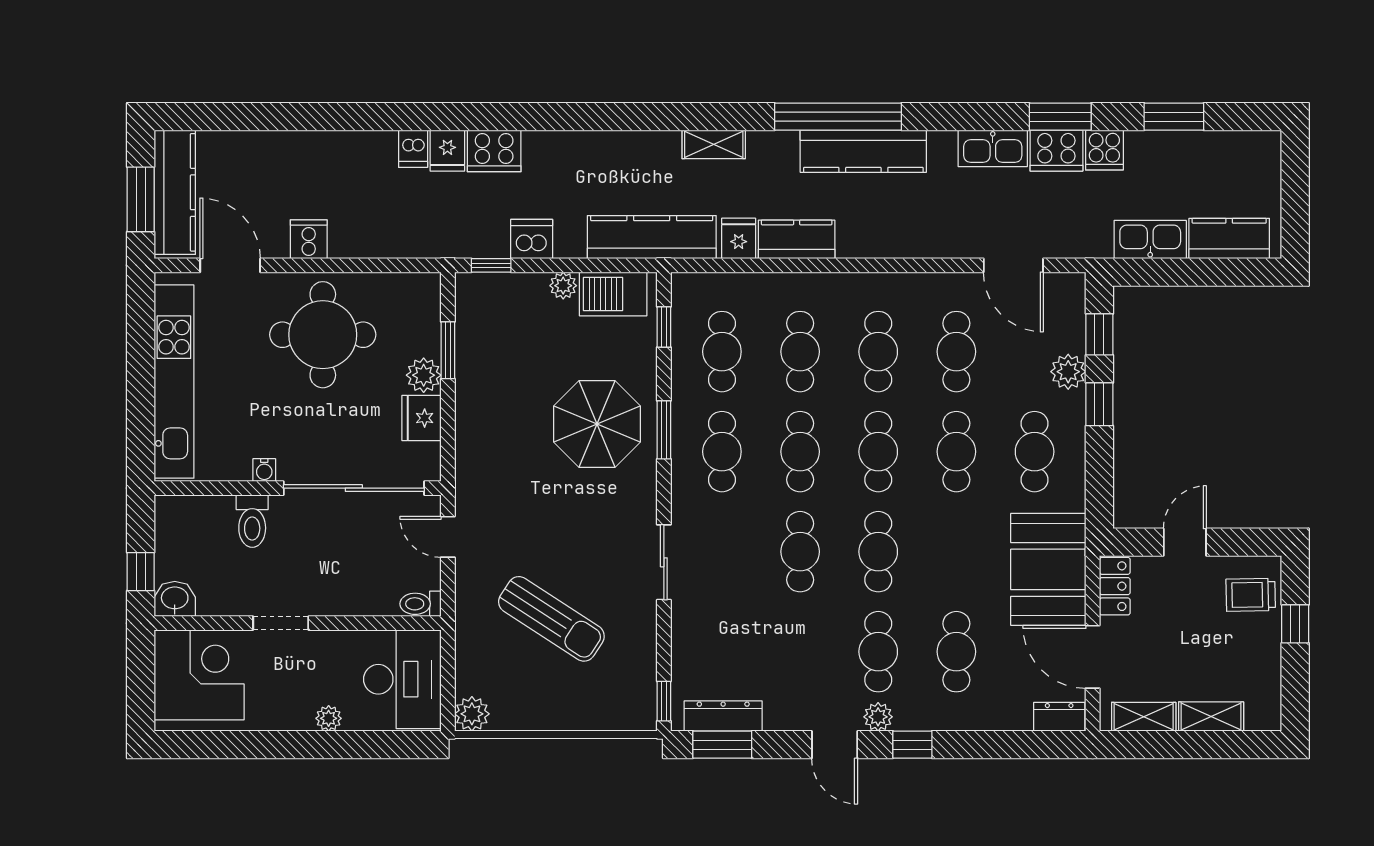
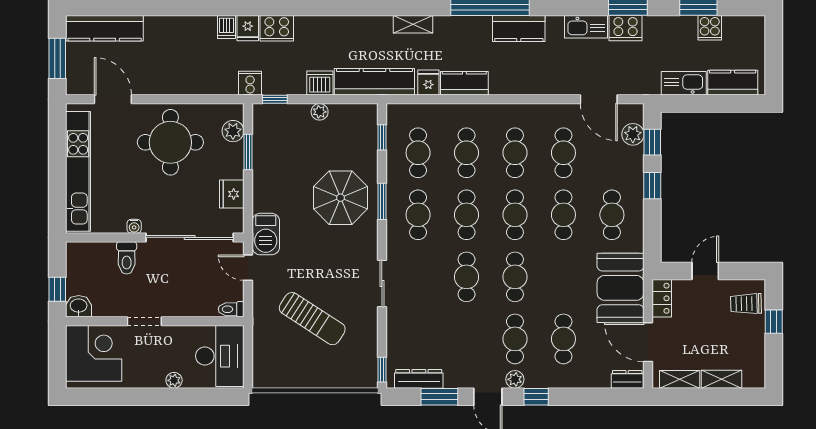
cooker: (1104, 150) -> (710, 28), moved
kitchen counter: (863, 151) -> (519, 29), width x0.67
kitchen counter: (175, 192) -> (105, 28), moved, turned 90
cooker: (309, 239) -> (250, 83), moved
dishwasher: (532, 239) -> (320, 83), moved
barbecue: (613, 294) -> (266, 234), moved, turned -90
plant: (1068, 372) -> (633, 134), moved
plant: (424, 375) -> (233, 131), moved
plant: (472, 714) -> (263, 377), removed
window: (722, 745) -> (439, 397), moved

